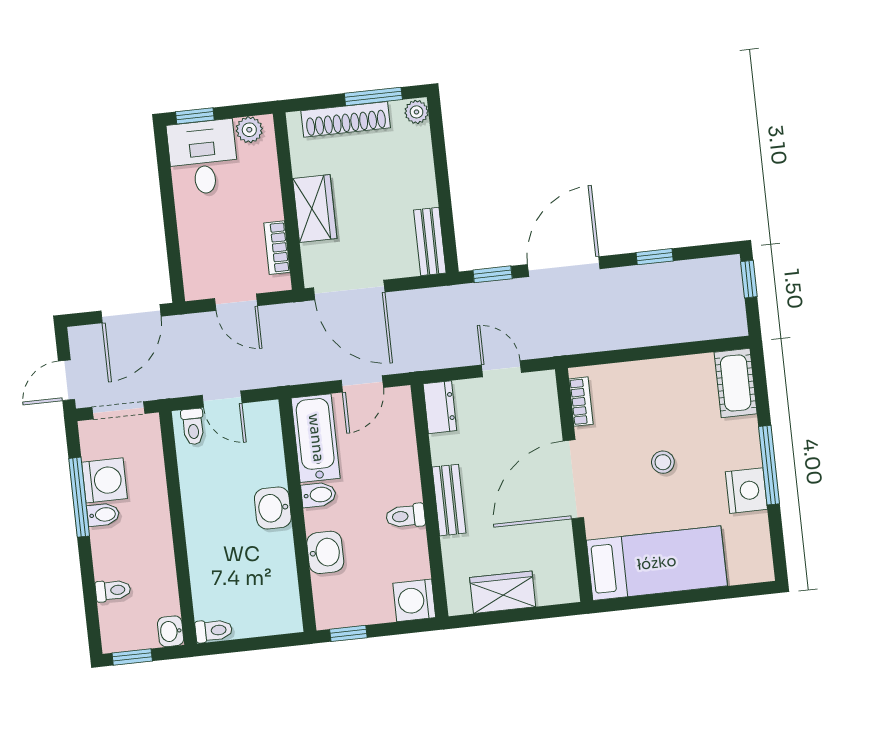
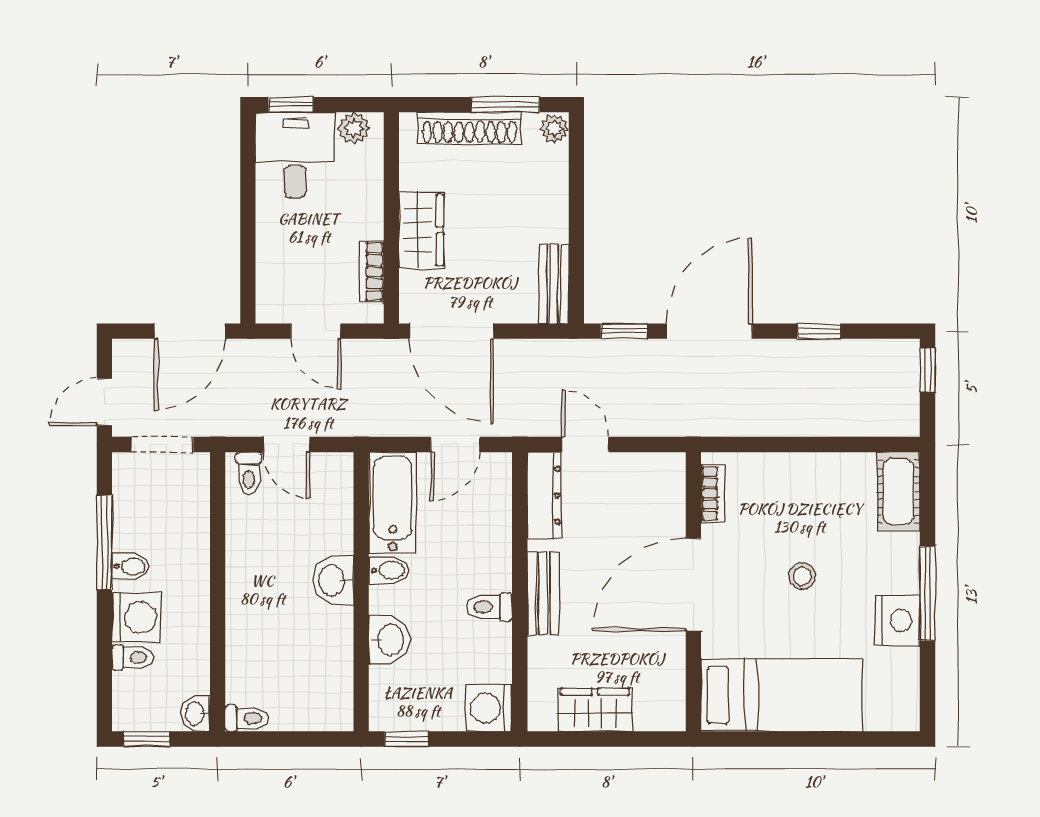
door: (501, 369) -> (585, 444), moved
dresser: (440, 407) -> (544, 495), width x1.44
washing machine: (104, 480) -> (137, 617), moved

